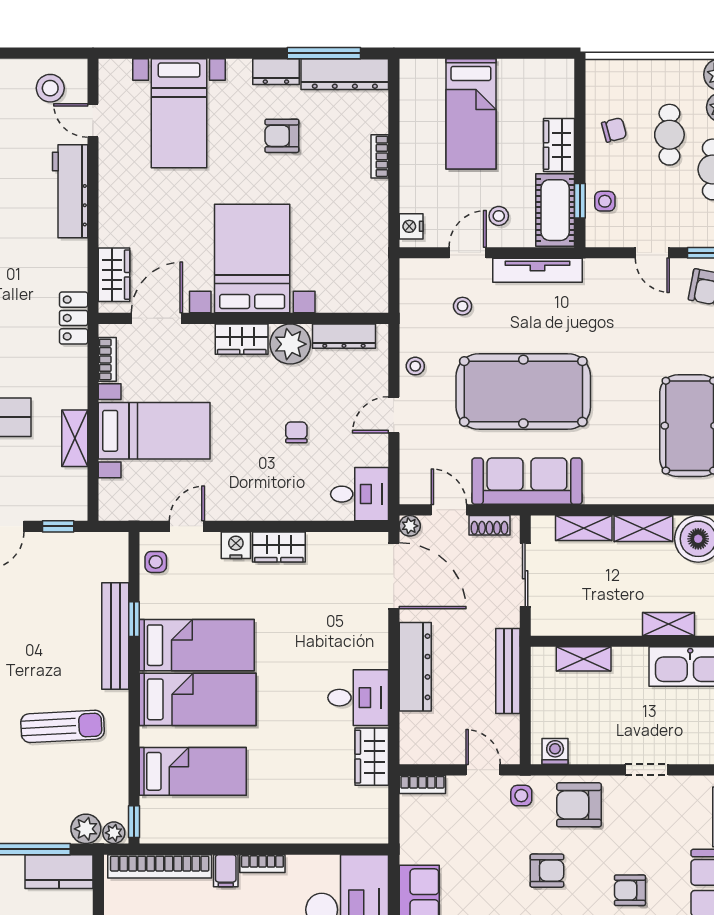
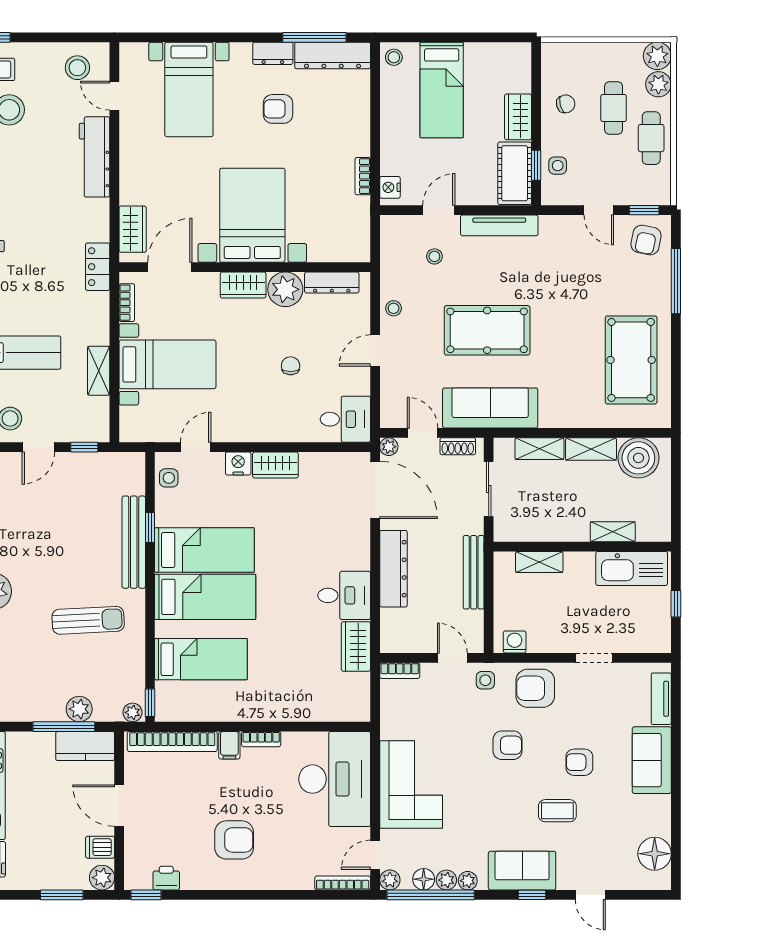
bookcase: (380, 156) -> (363, 176), moved
stool: (499, 216) -> (394, 57), moved
pool table: (523, 391) -> (487, 330), width x0.73, depth x0.76
plant: (86, 829) -> (79, 709), moved

